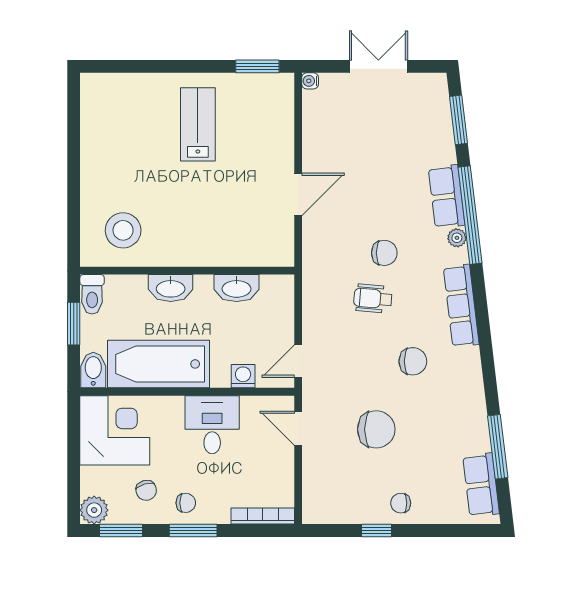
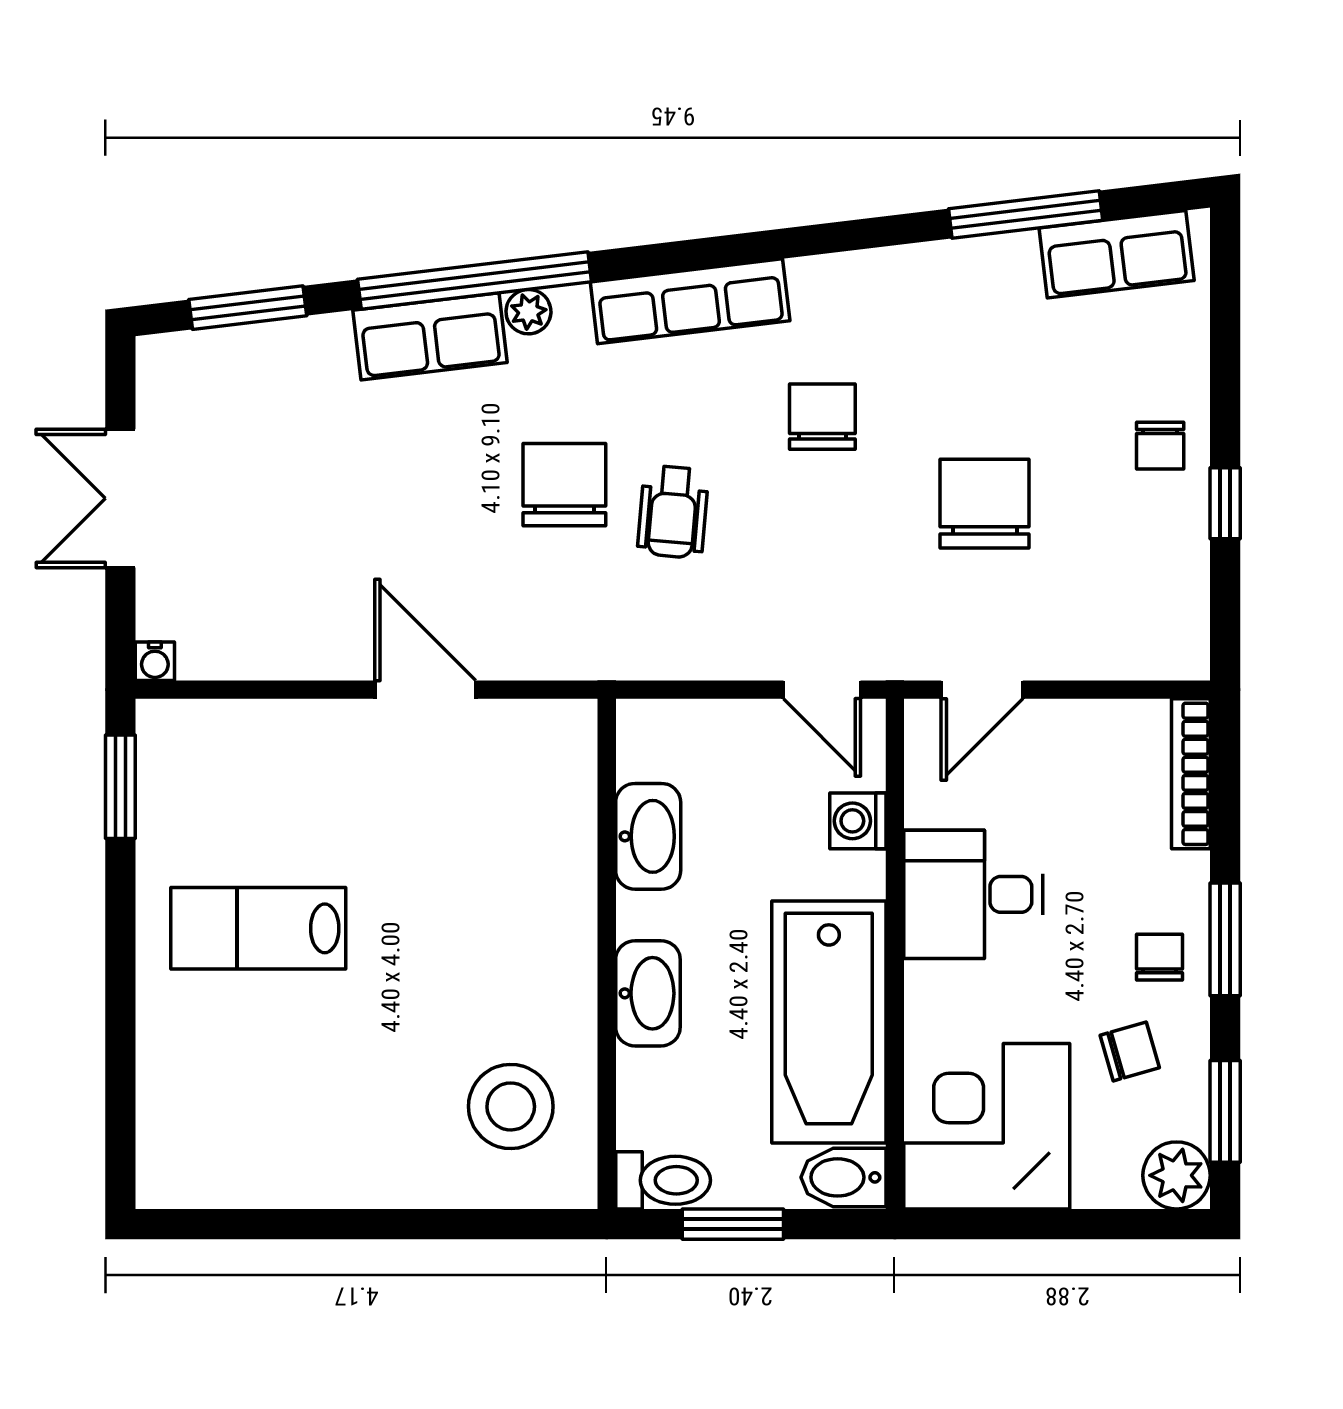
chair: (384, 253) -> (564, 485), width x1.37, depth x1.37

